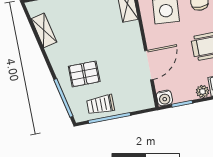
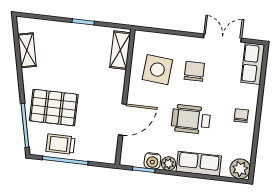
pallet: (84, 74) -> (54, 108), width x1.50, depth x1.42
water cooler: (164, 98) -> (152, 161), moved

